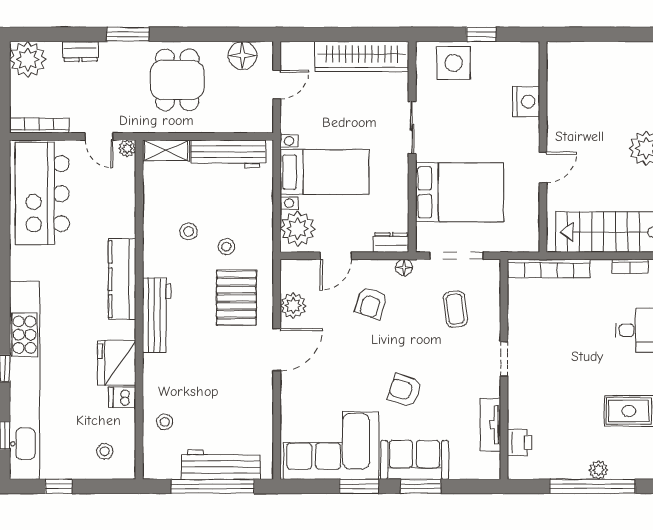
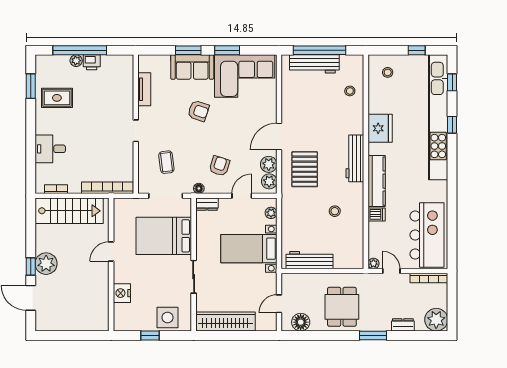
shelving: (166, 150) -> (349, 262), removed
plant: (298, 229) -> (271, 213), width x0.53, depth x0.53
stool: (226, 247) -> (311, 202), removed
plant: (292, 279) -> (269, 181), added
dishwasher: (122, 397) -> (377, 214), moved
printer: (519, 442) -> (92, 62), moved, turned -90

